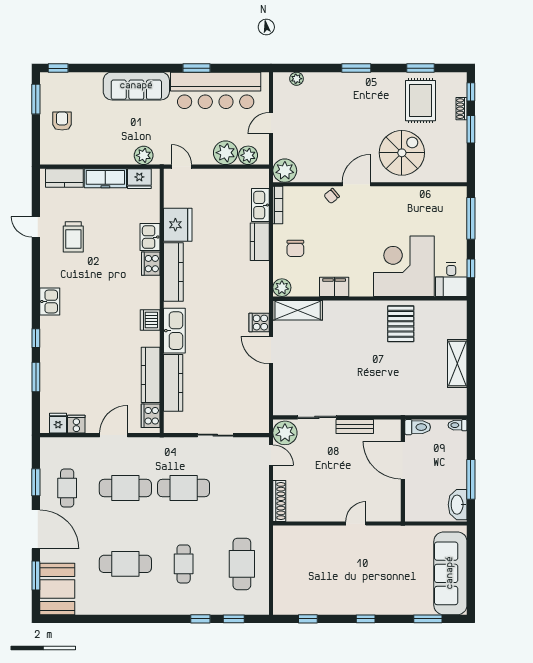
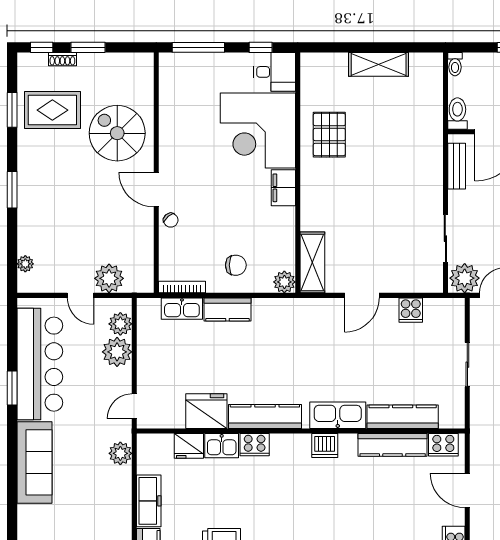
plant: (285, 171) -> (109, 278), moved
fridge: (139, 179) -> (189, 446), moved, turned 90
filing cabinet: (334, 287) -> (283, 188), moved
cooker: (259, 323) -> (411, 310), moved
pallet: (401, 324) -> (329, 135), turned 90
bench: (355, 426) -> (457, 166), moved

